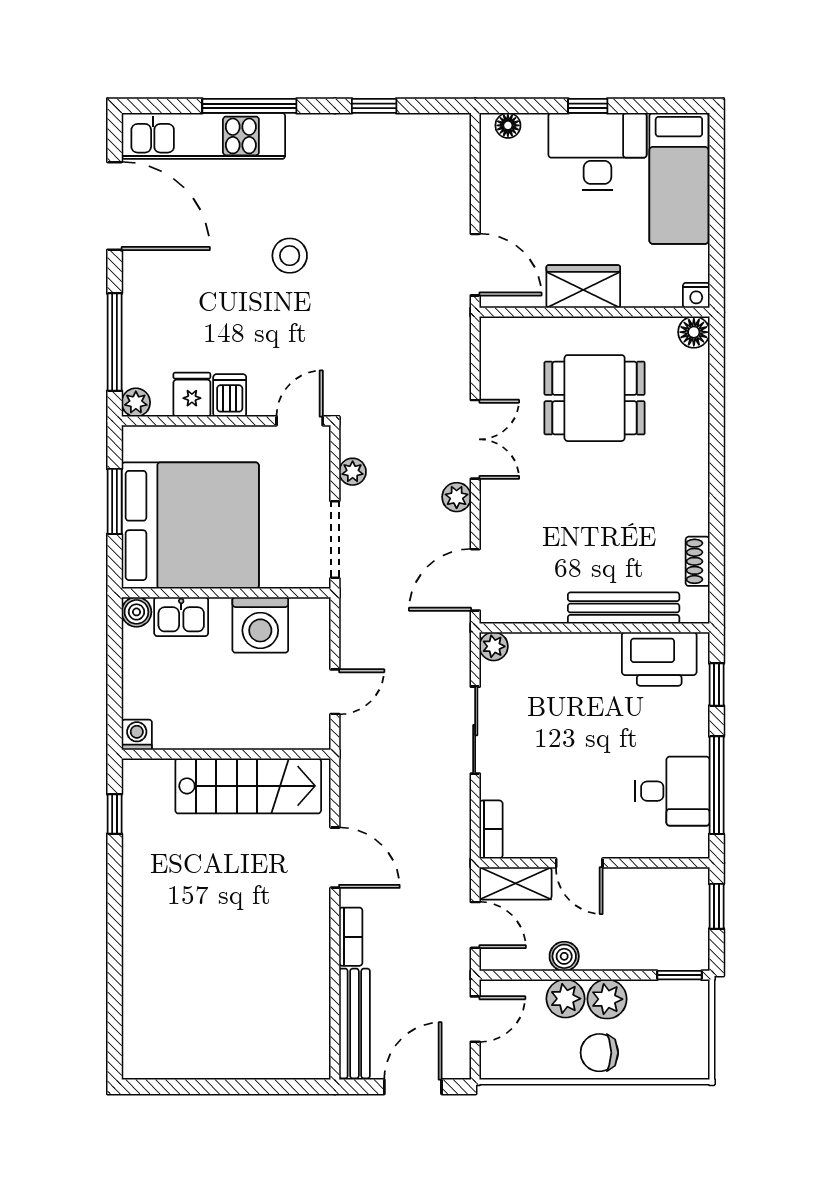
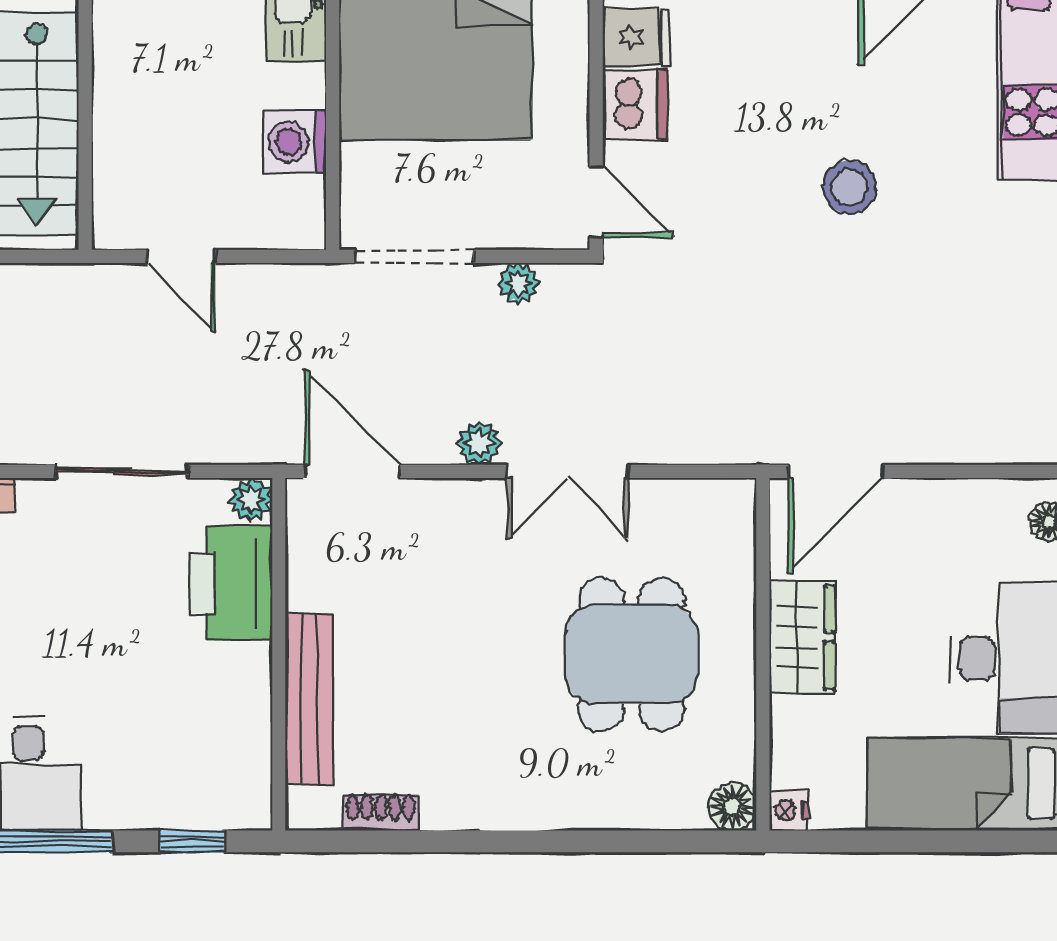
dishwasher: (230, 395) -> (635, 105), width x1.38
washing machine: (260, 625) -> (295, 142), width x0.73, depth x0.73
printer: (659, 659) -> (231, 583), moved

